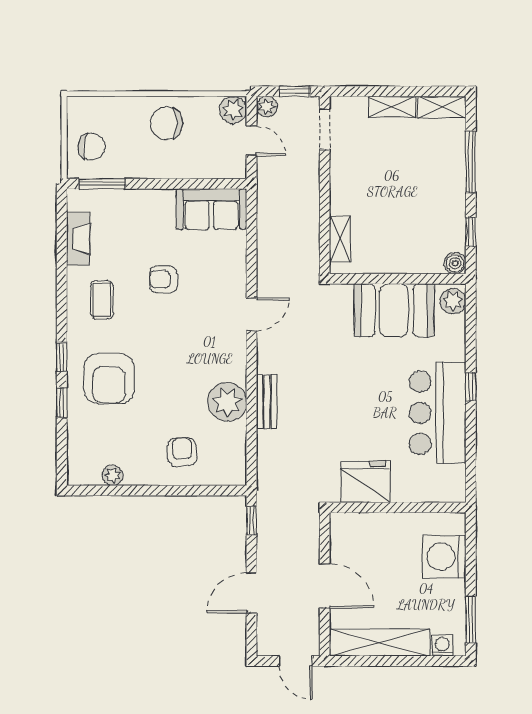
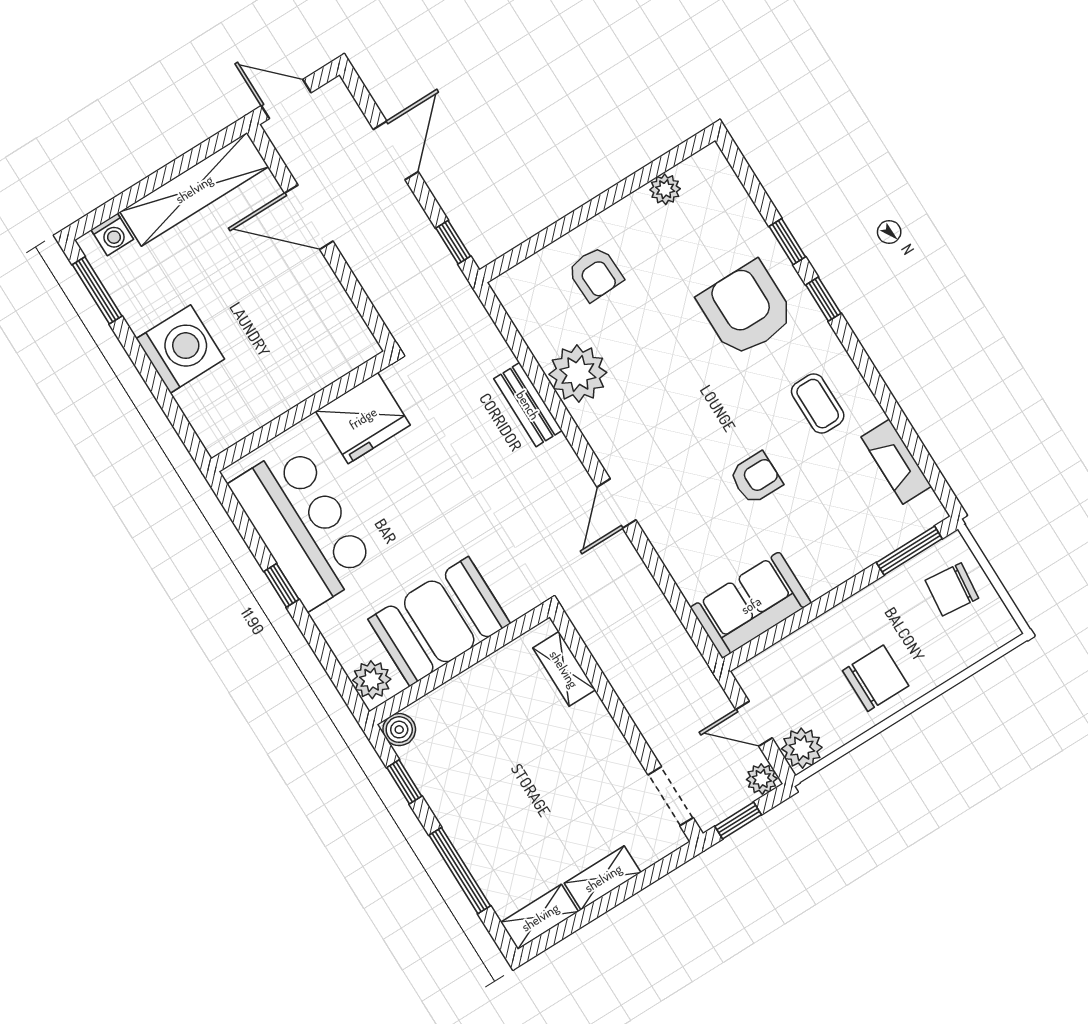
fridge: (365, 482) -> (363, 418), moved
wall: (398, 508) -> (301, 411), moved

